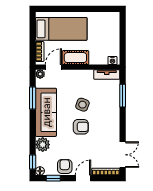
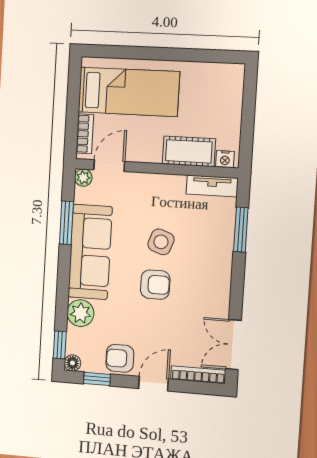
cot: (75, 58) -> (189, 151), moved
double door: (123, 155) -> (233, 345), swing flipped
armchair: (65, 166) -> (120, 358), turned -90

